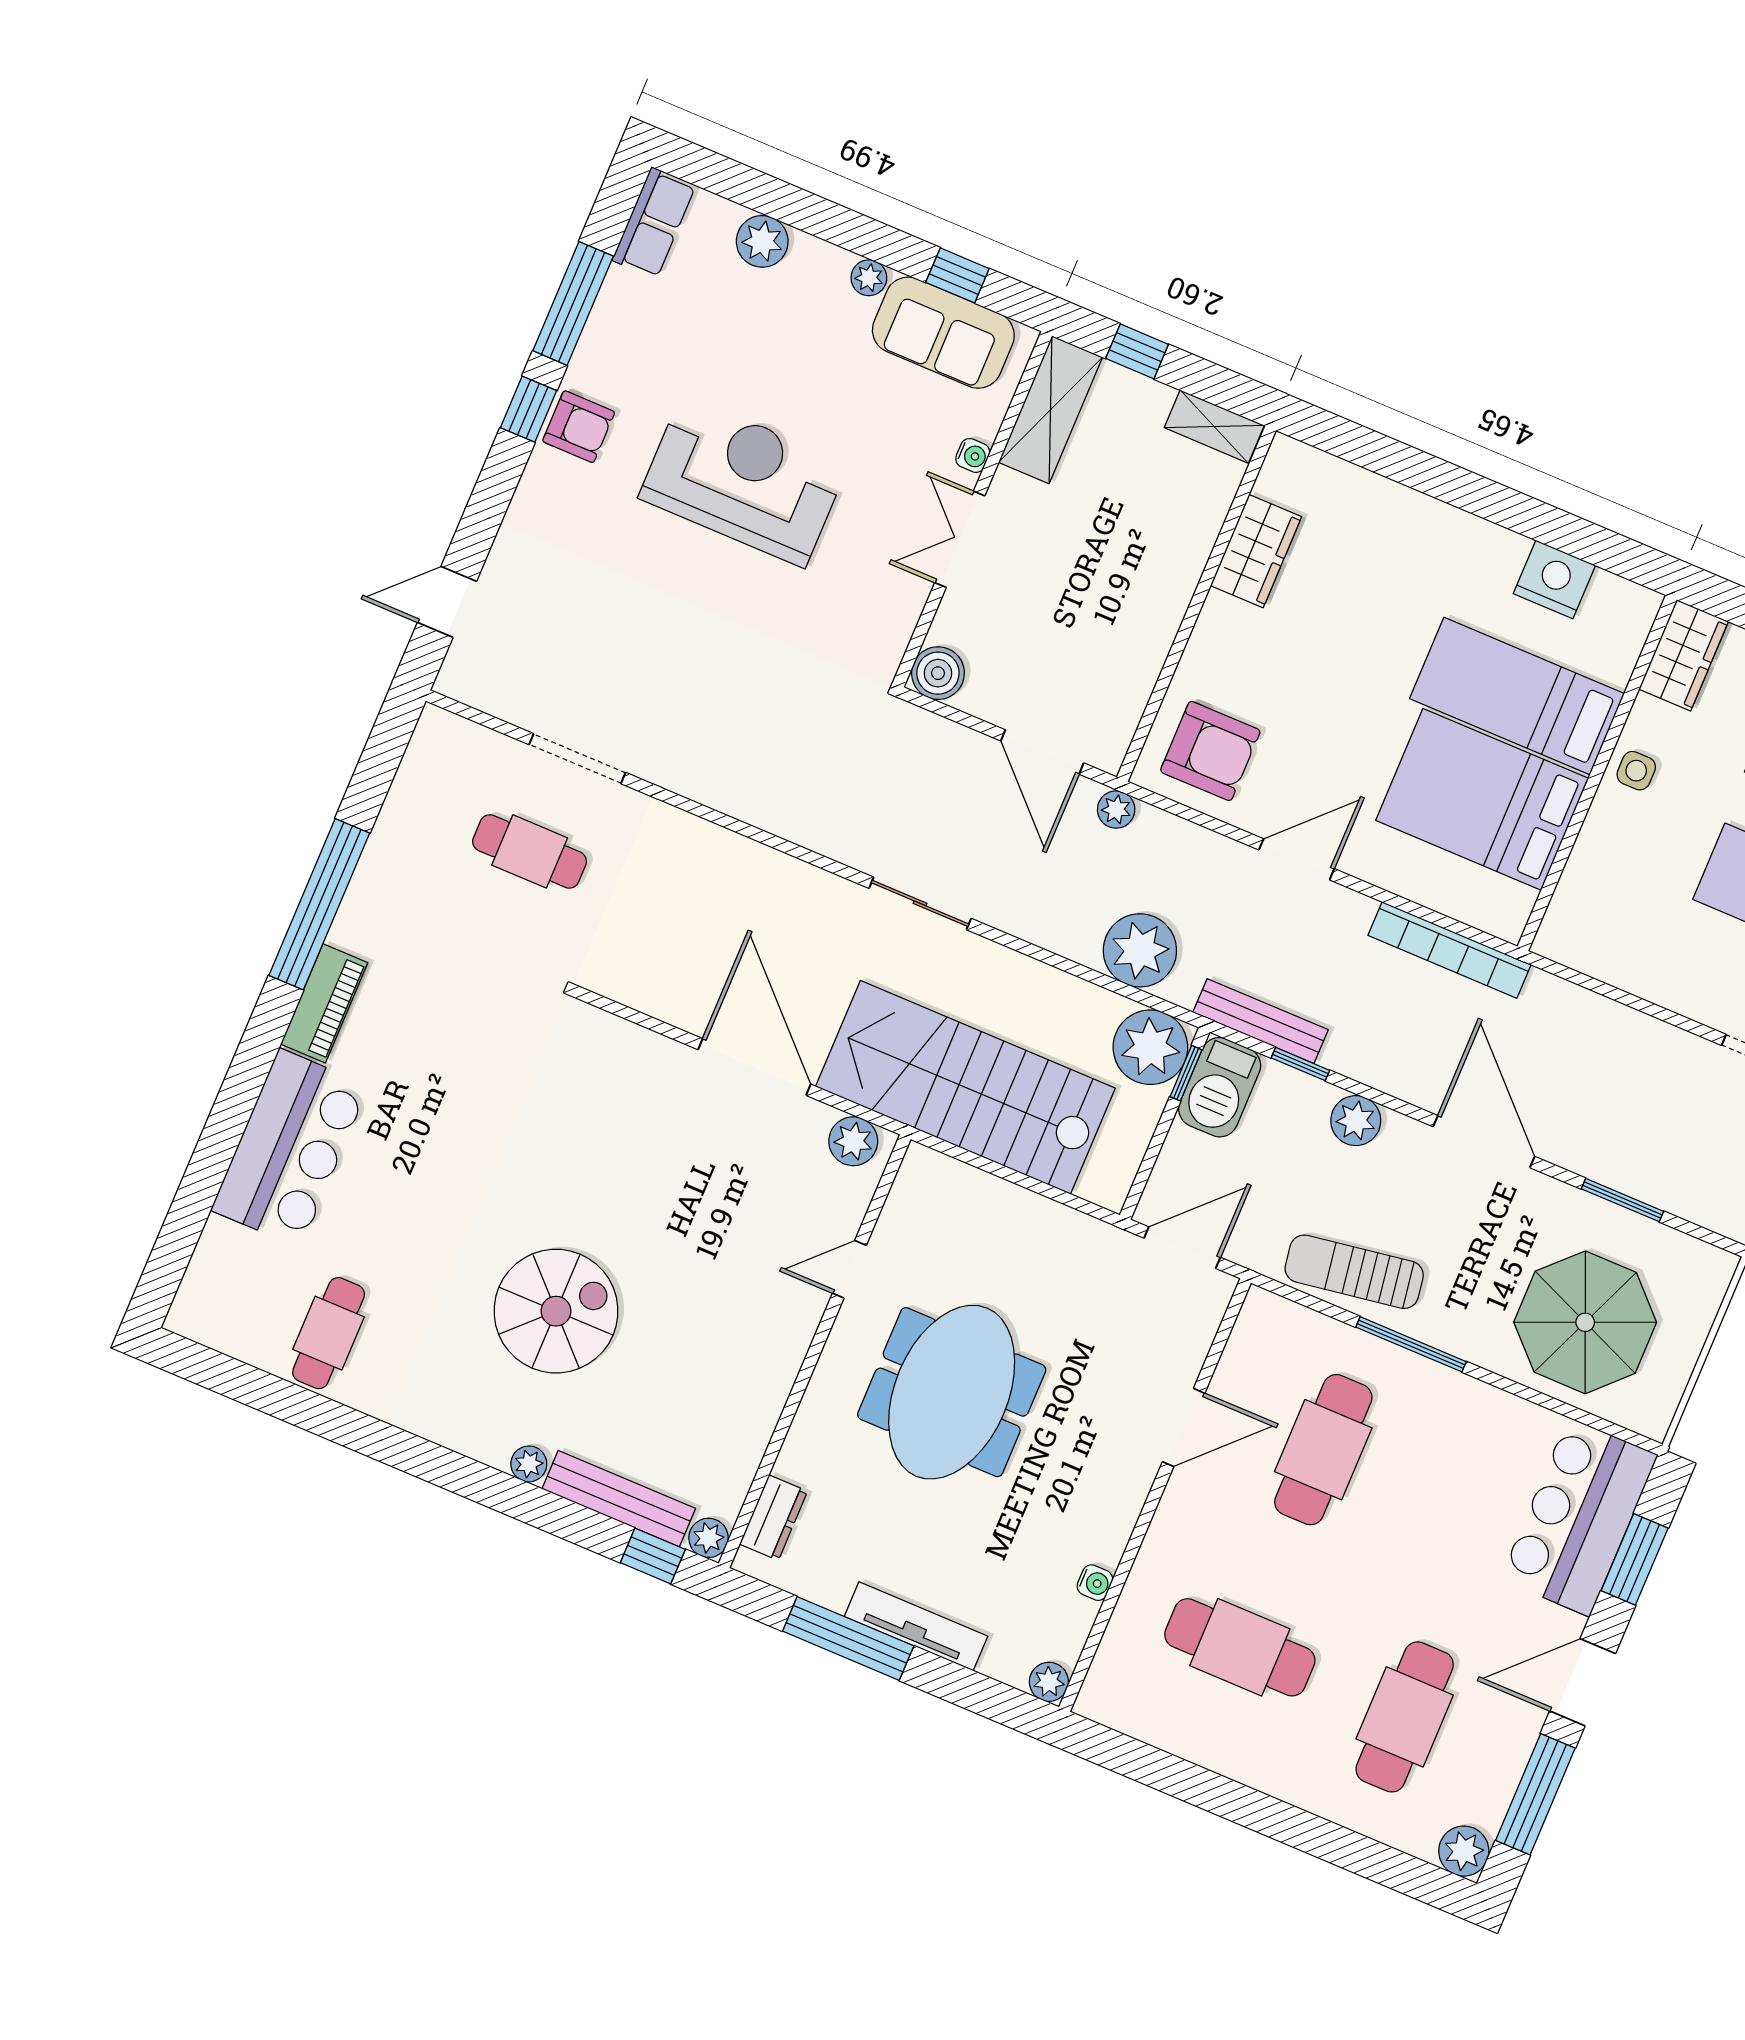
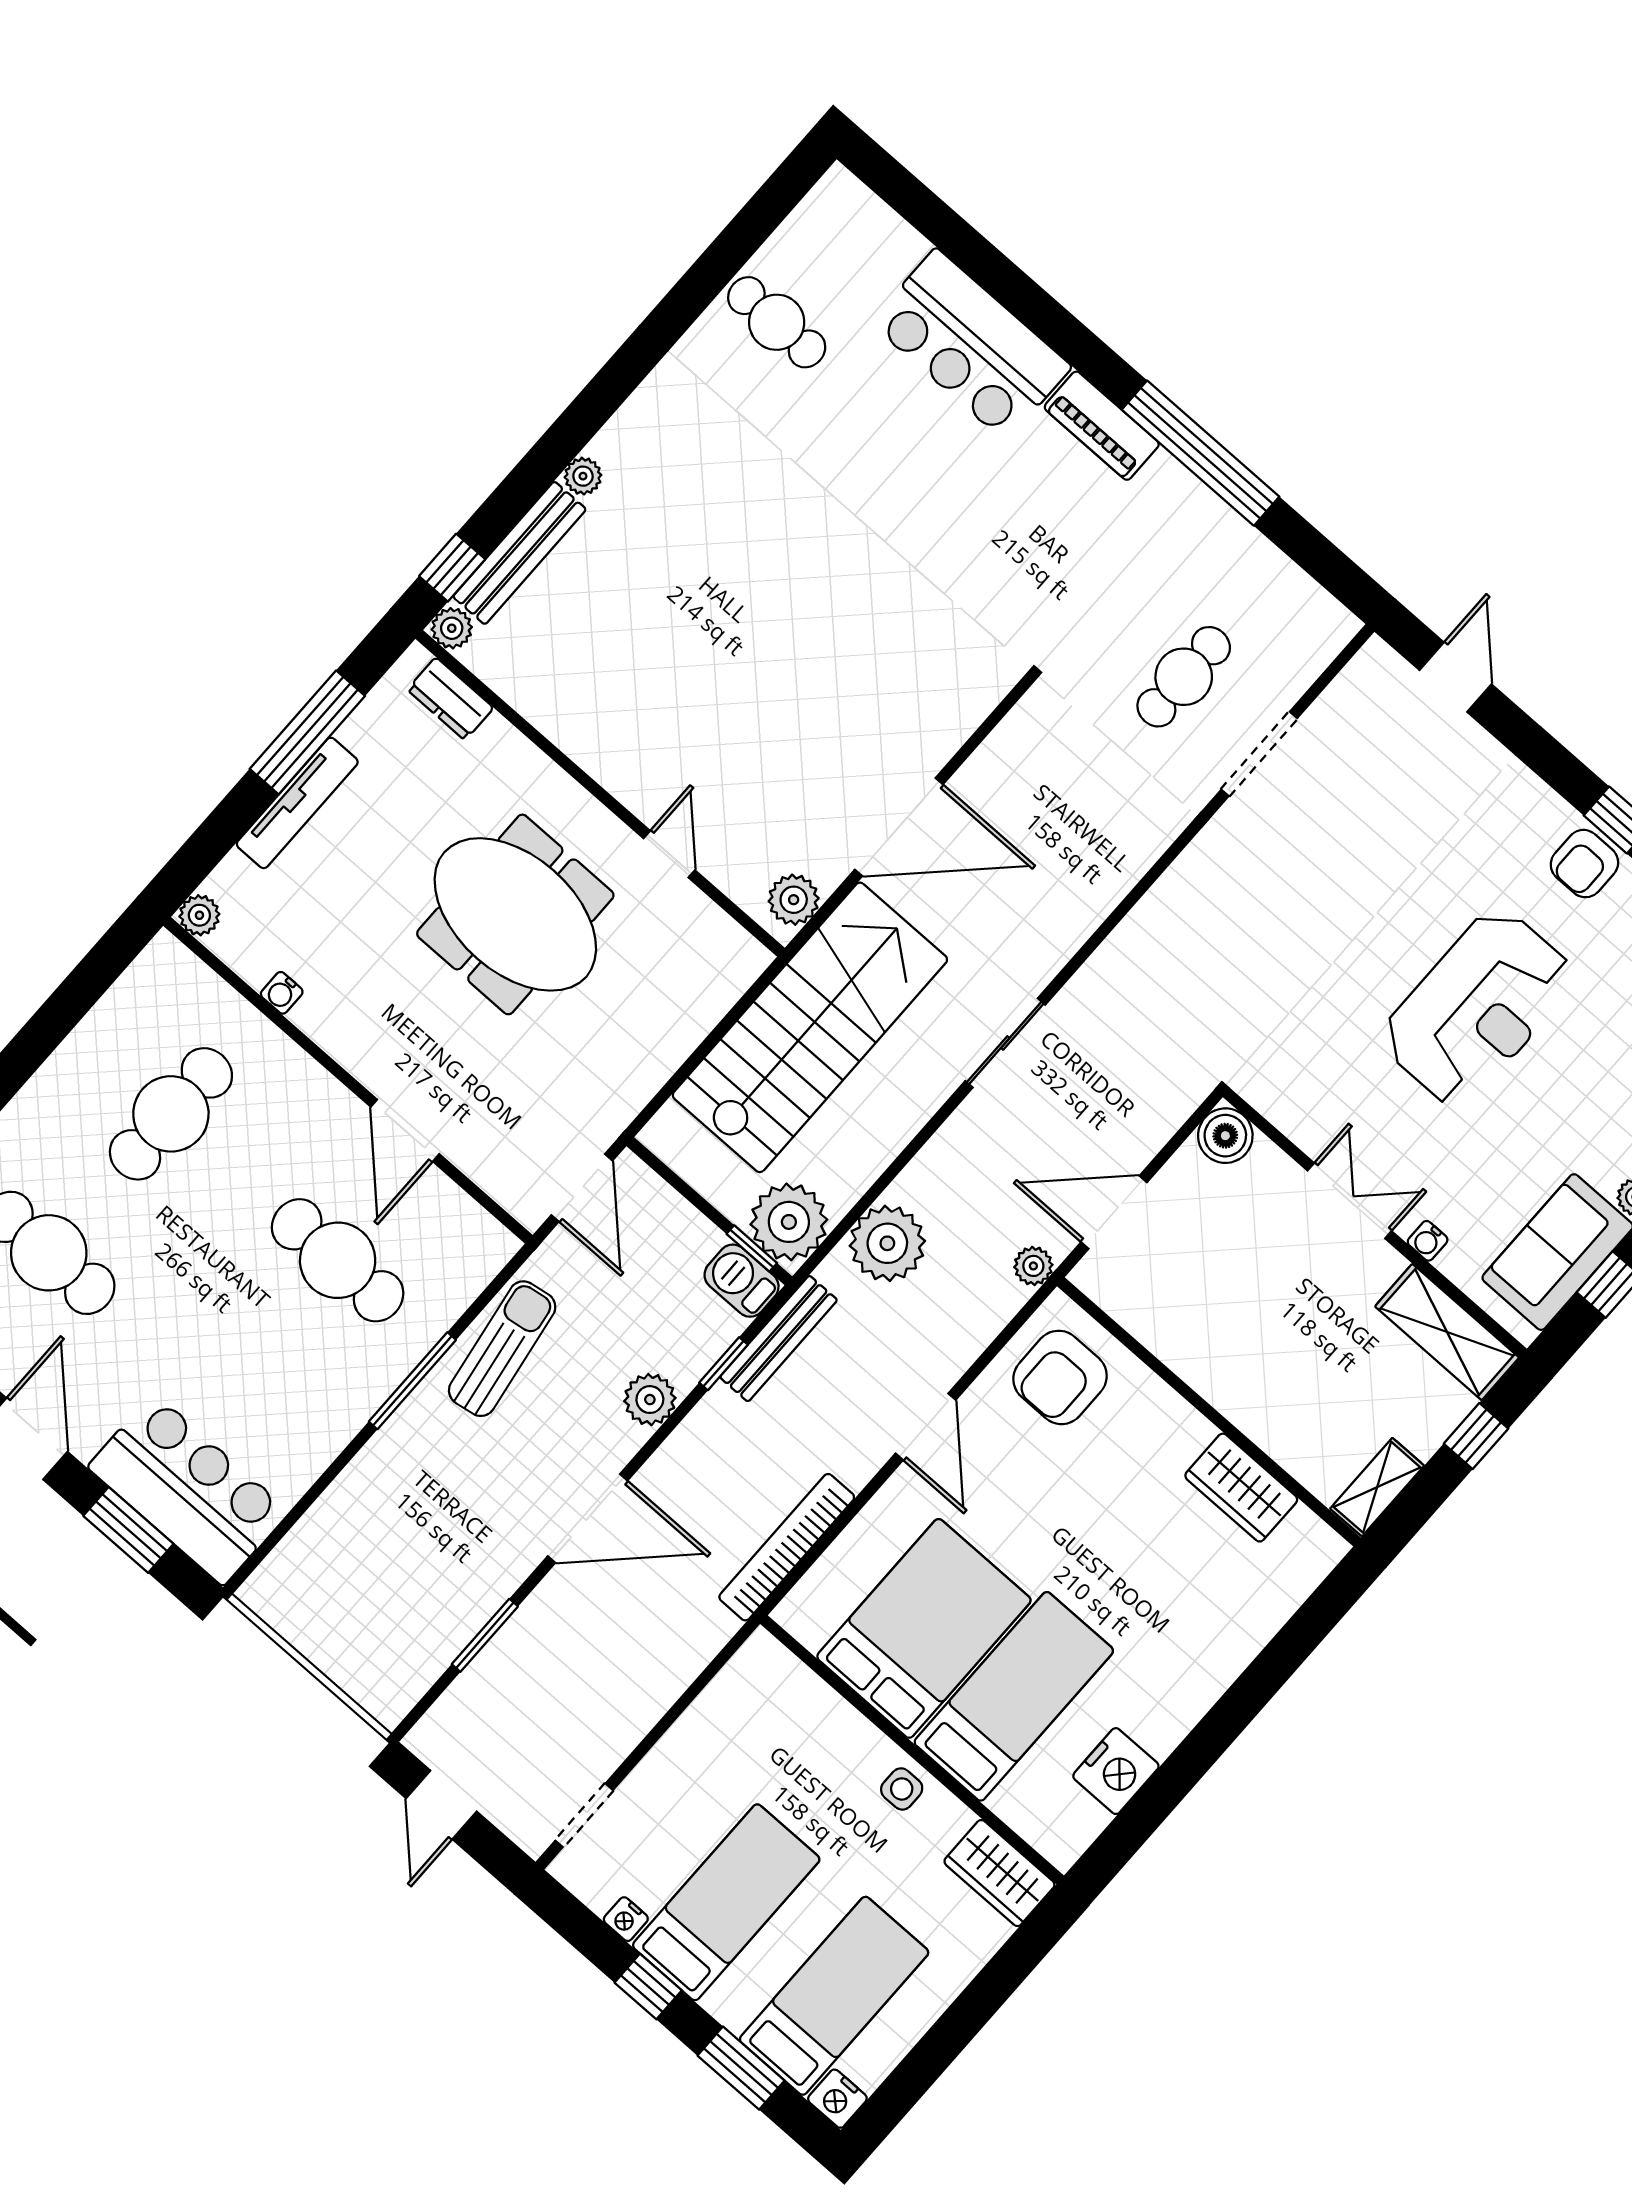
barbecue: (1220, 1087) -> (742, 1281), width x0.73, depth x0.79
spiral stairs: (556, 1311) -> (724, 553), removed
parasol: (1585, 1322) -> (377, 1559), removed

